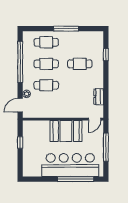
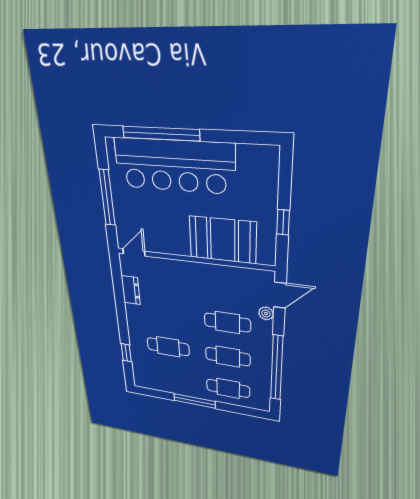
booth: (66, 131) -> (223, 240), moved

